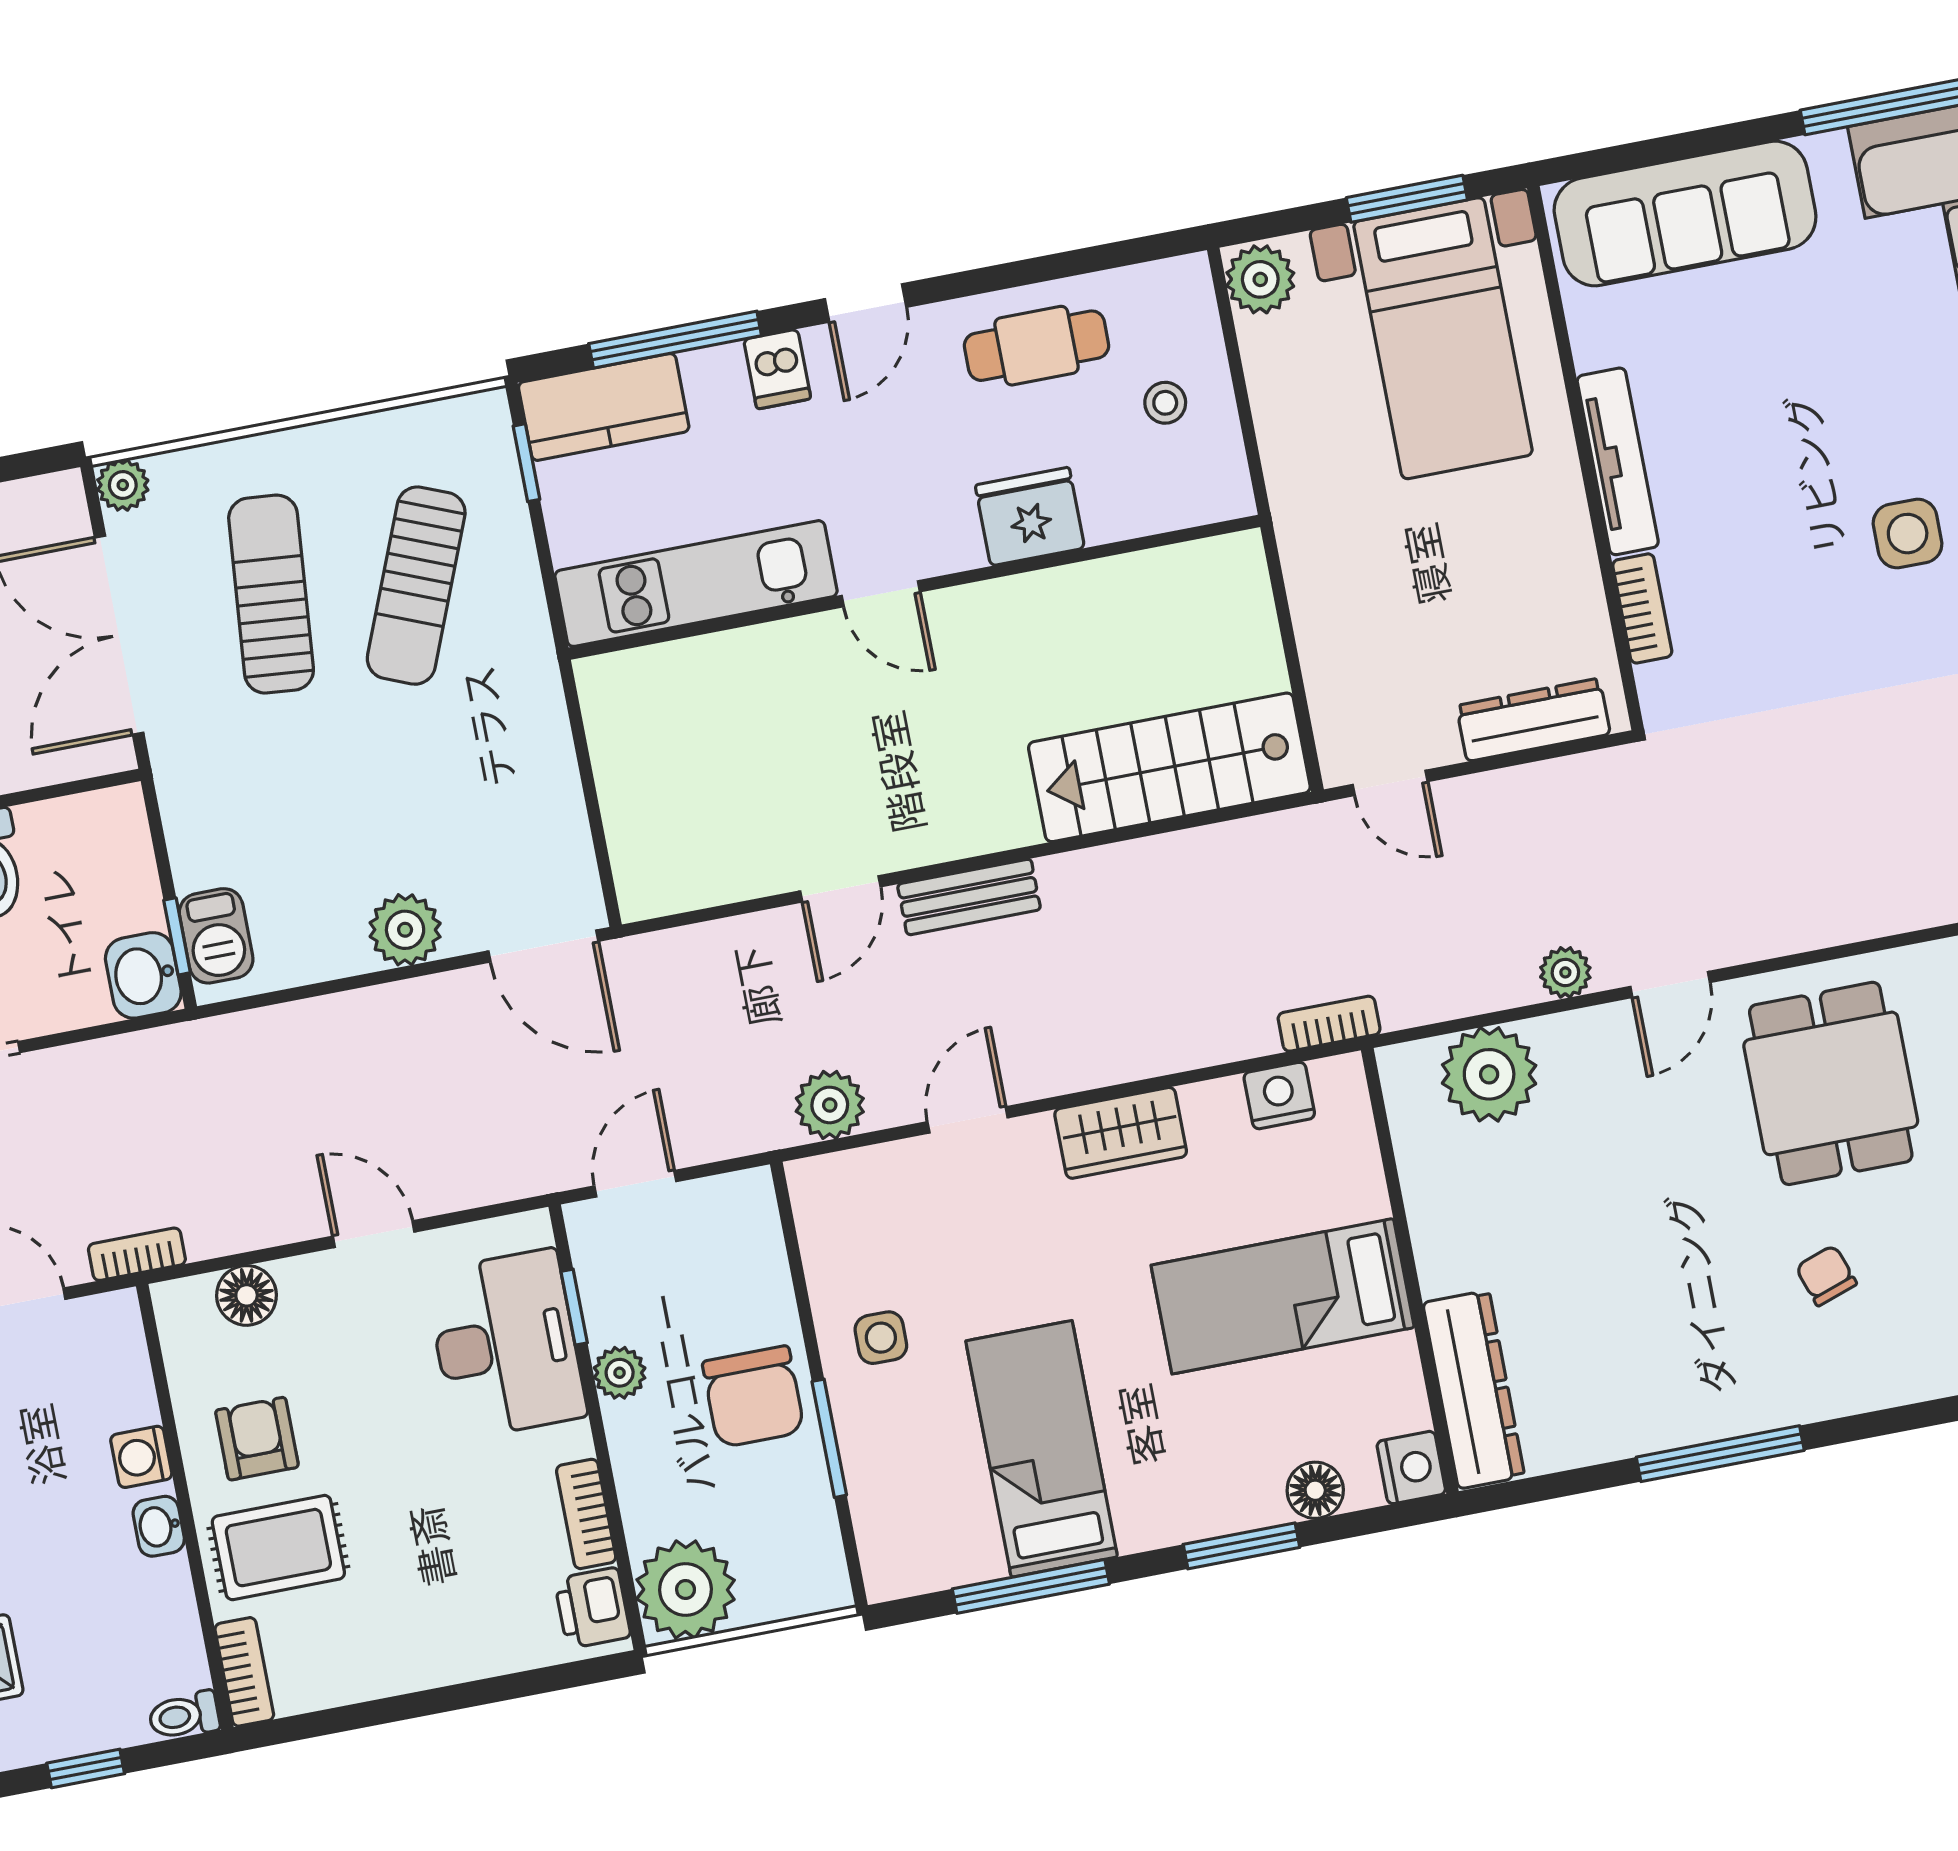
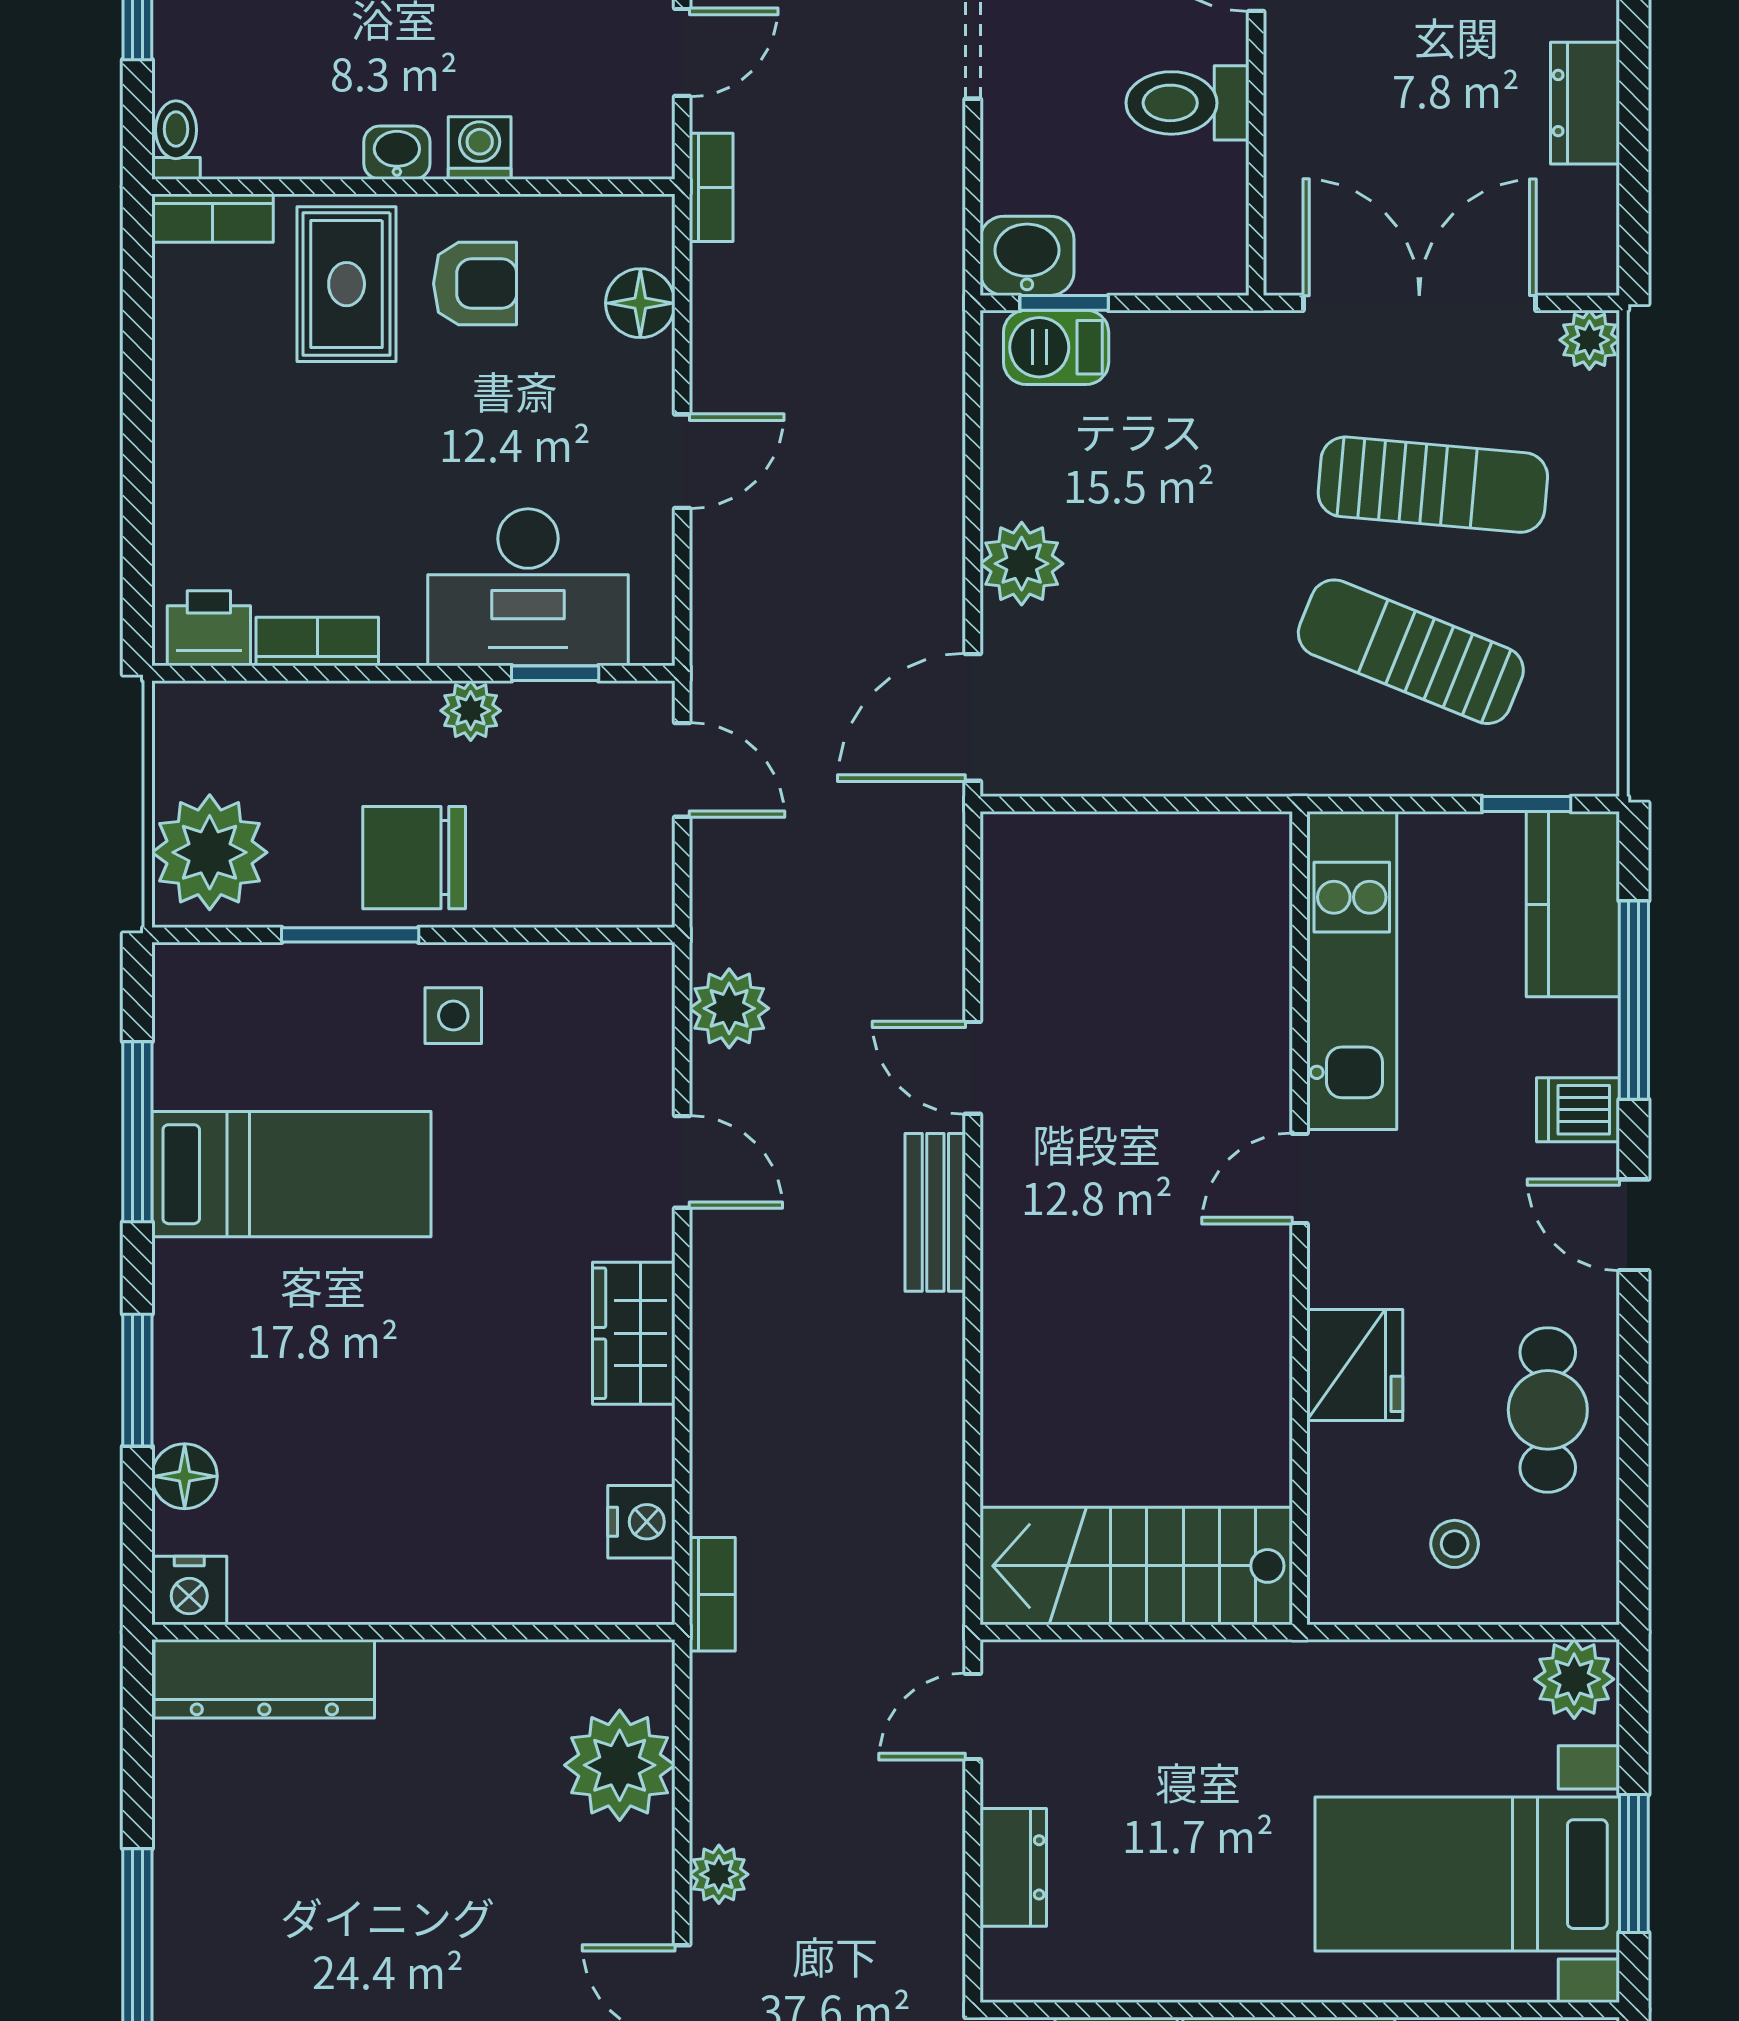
dresser: (1533, 720) -> (1013, 1867), width x0.70
stairs: (1169, 767) -> (1136, 1566), moved, turned -90
bed: (1283, 1296) -> (412, 1482), removed
plant: (686, 1590) -> (210, 852), moved

